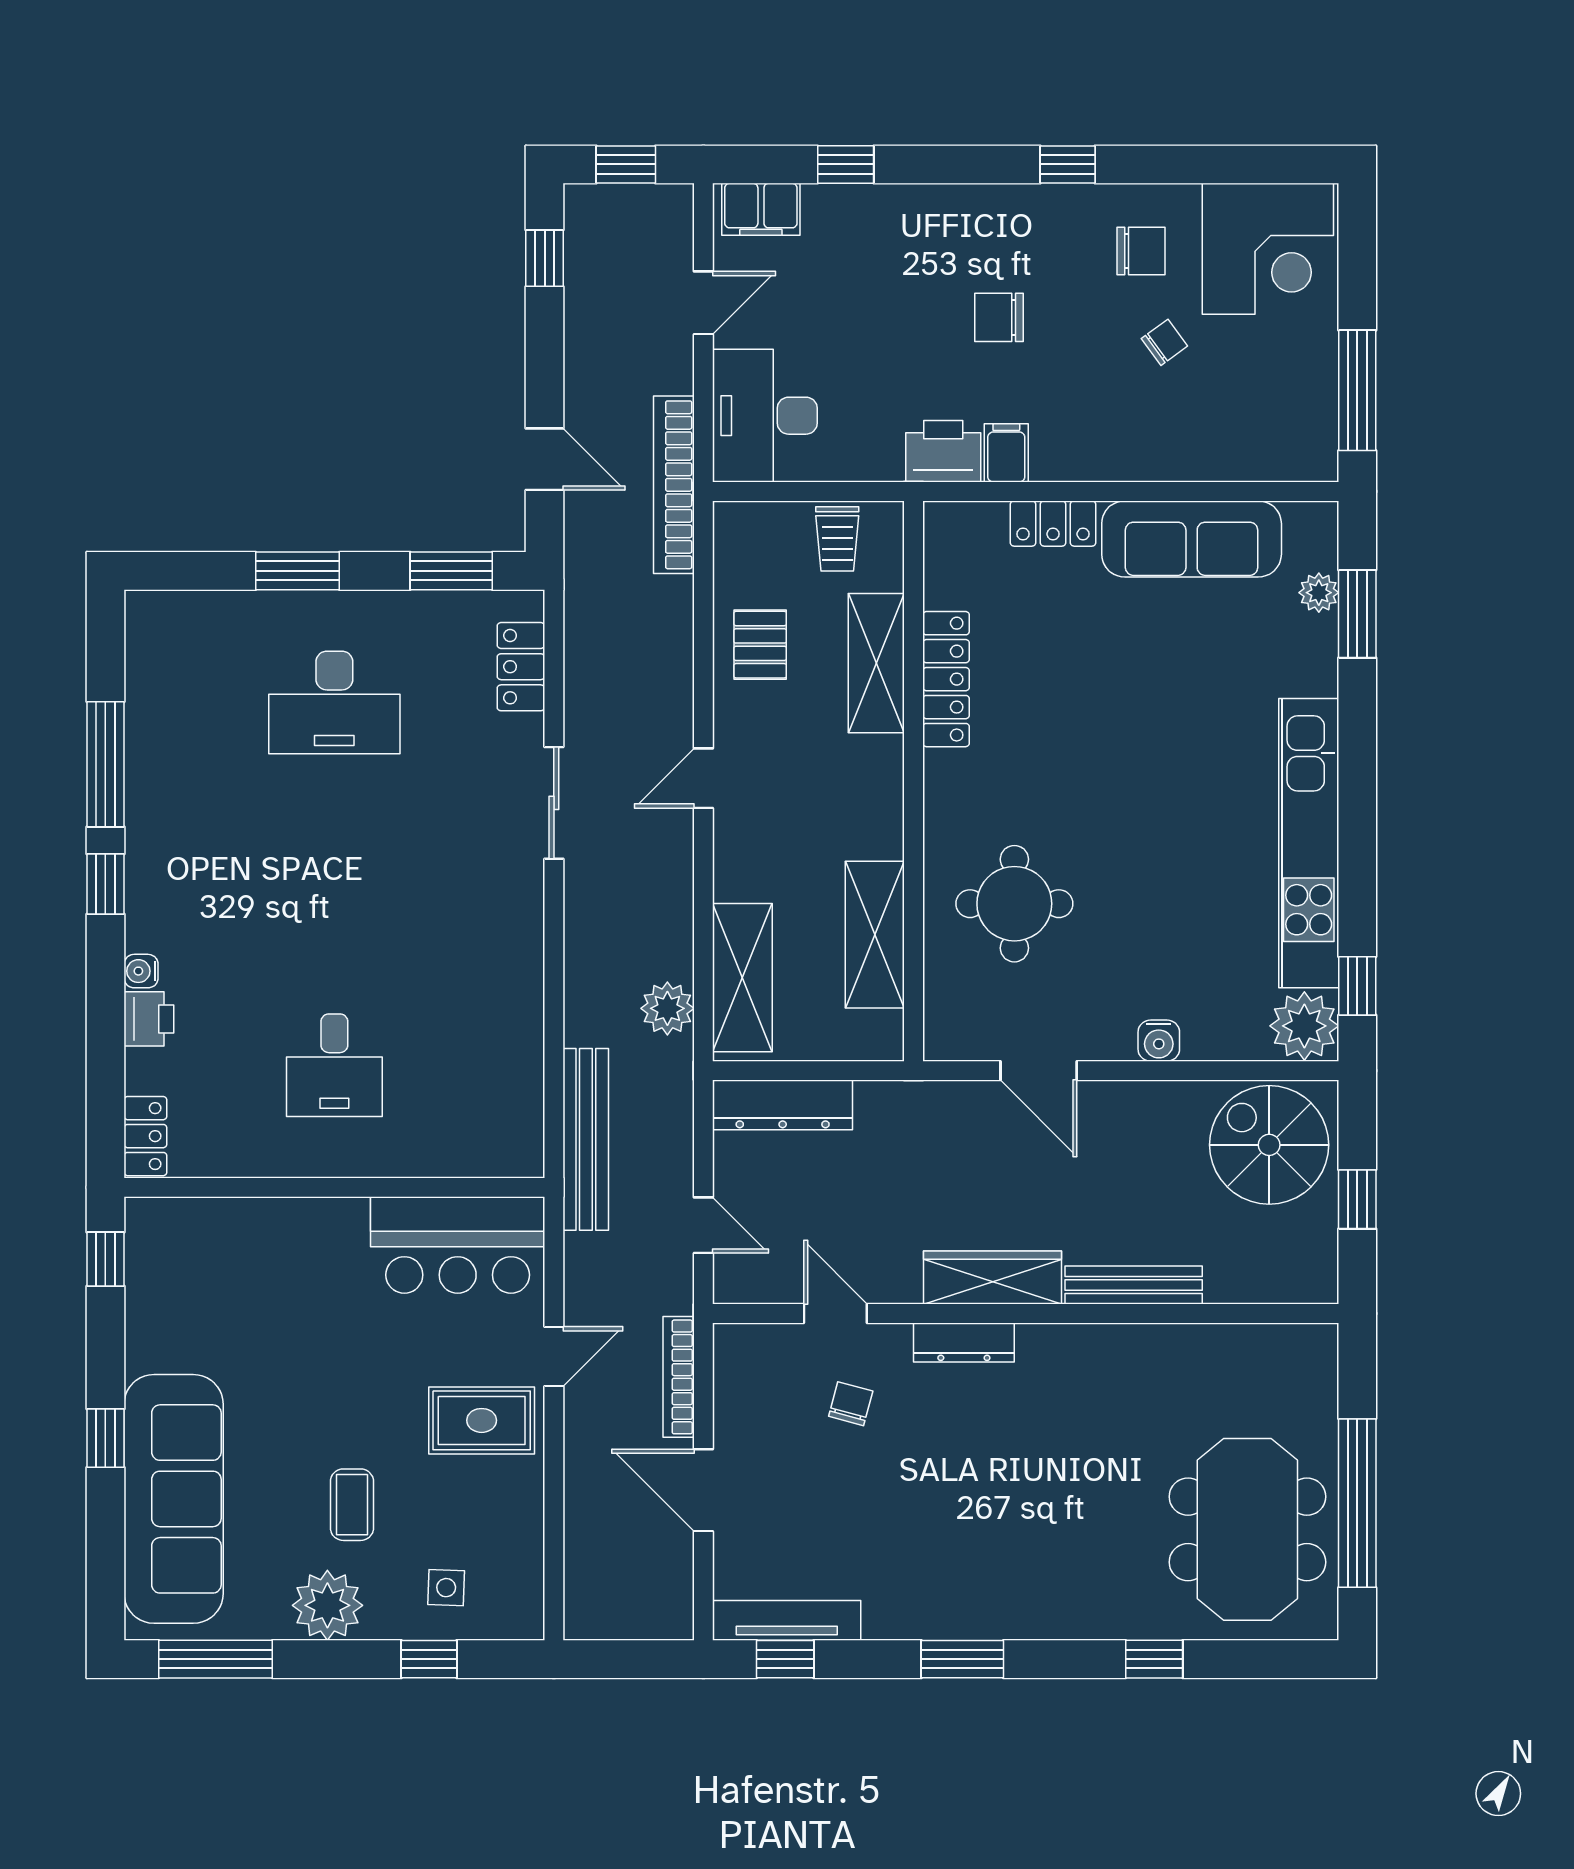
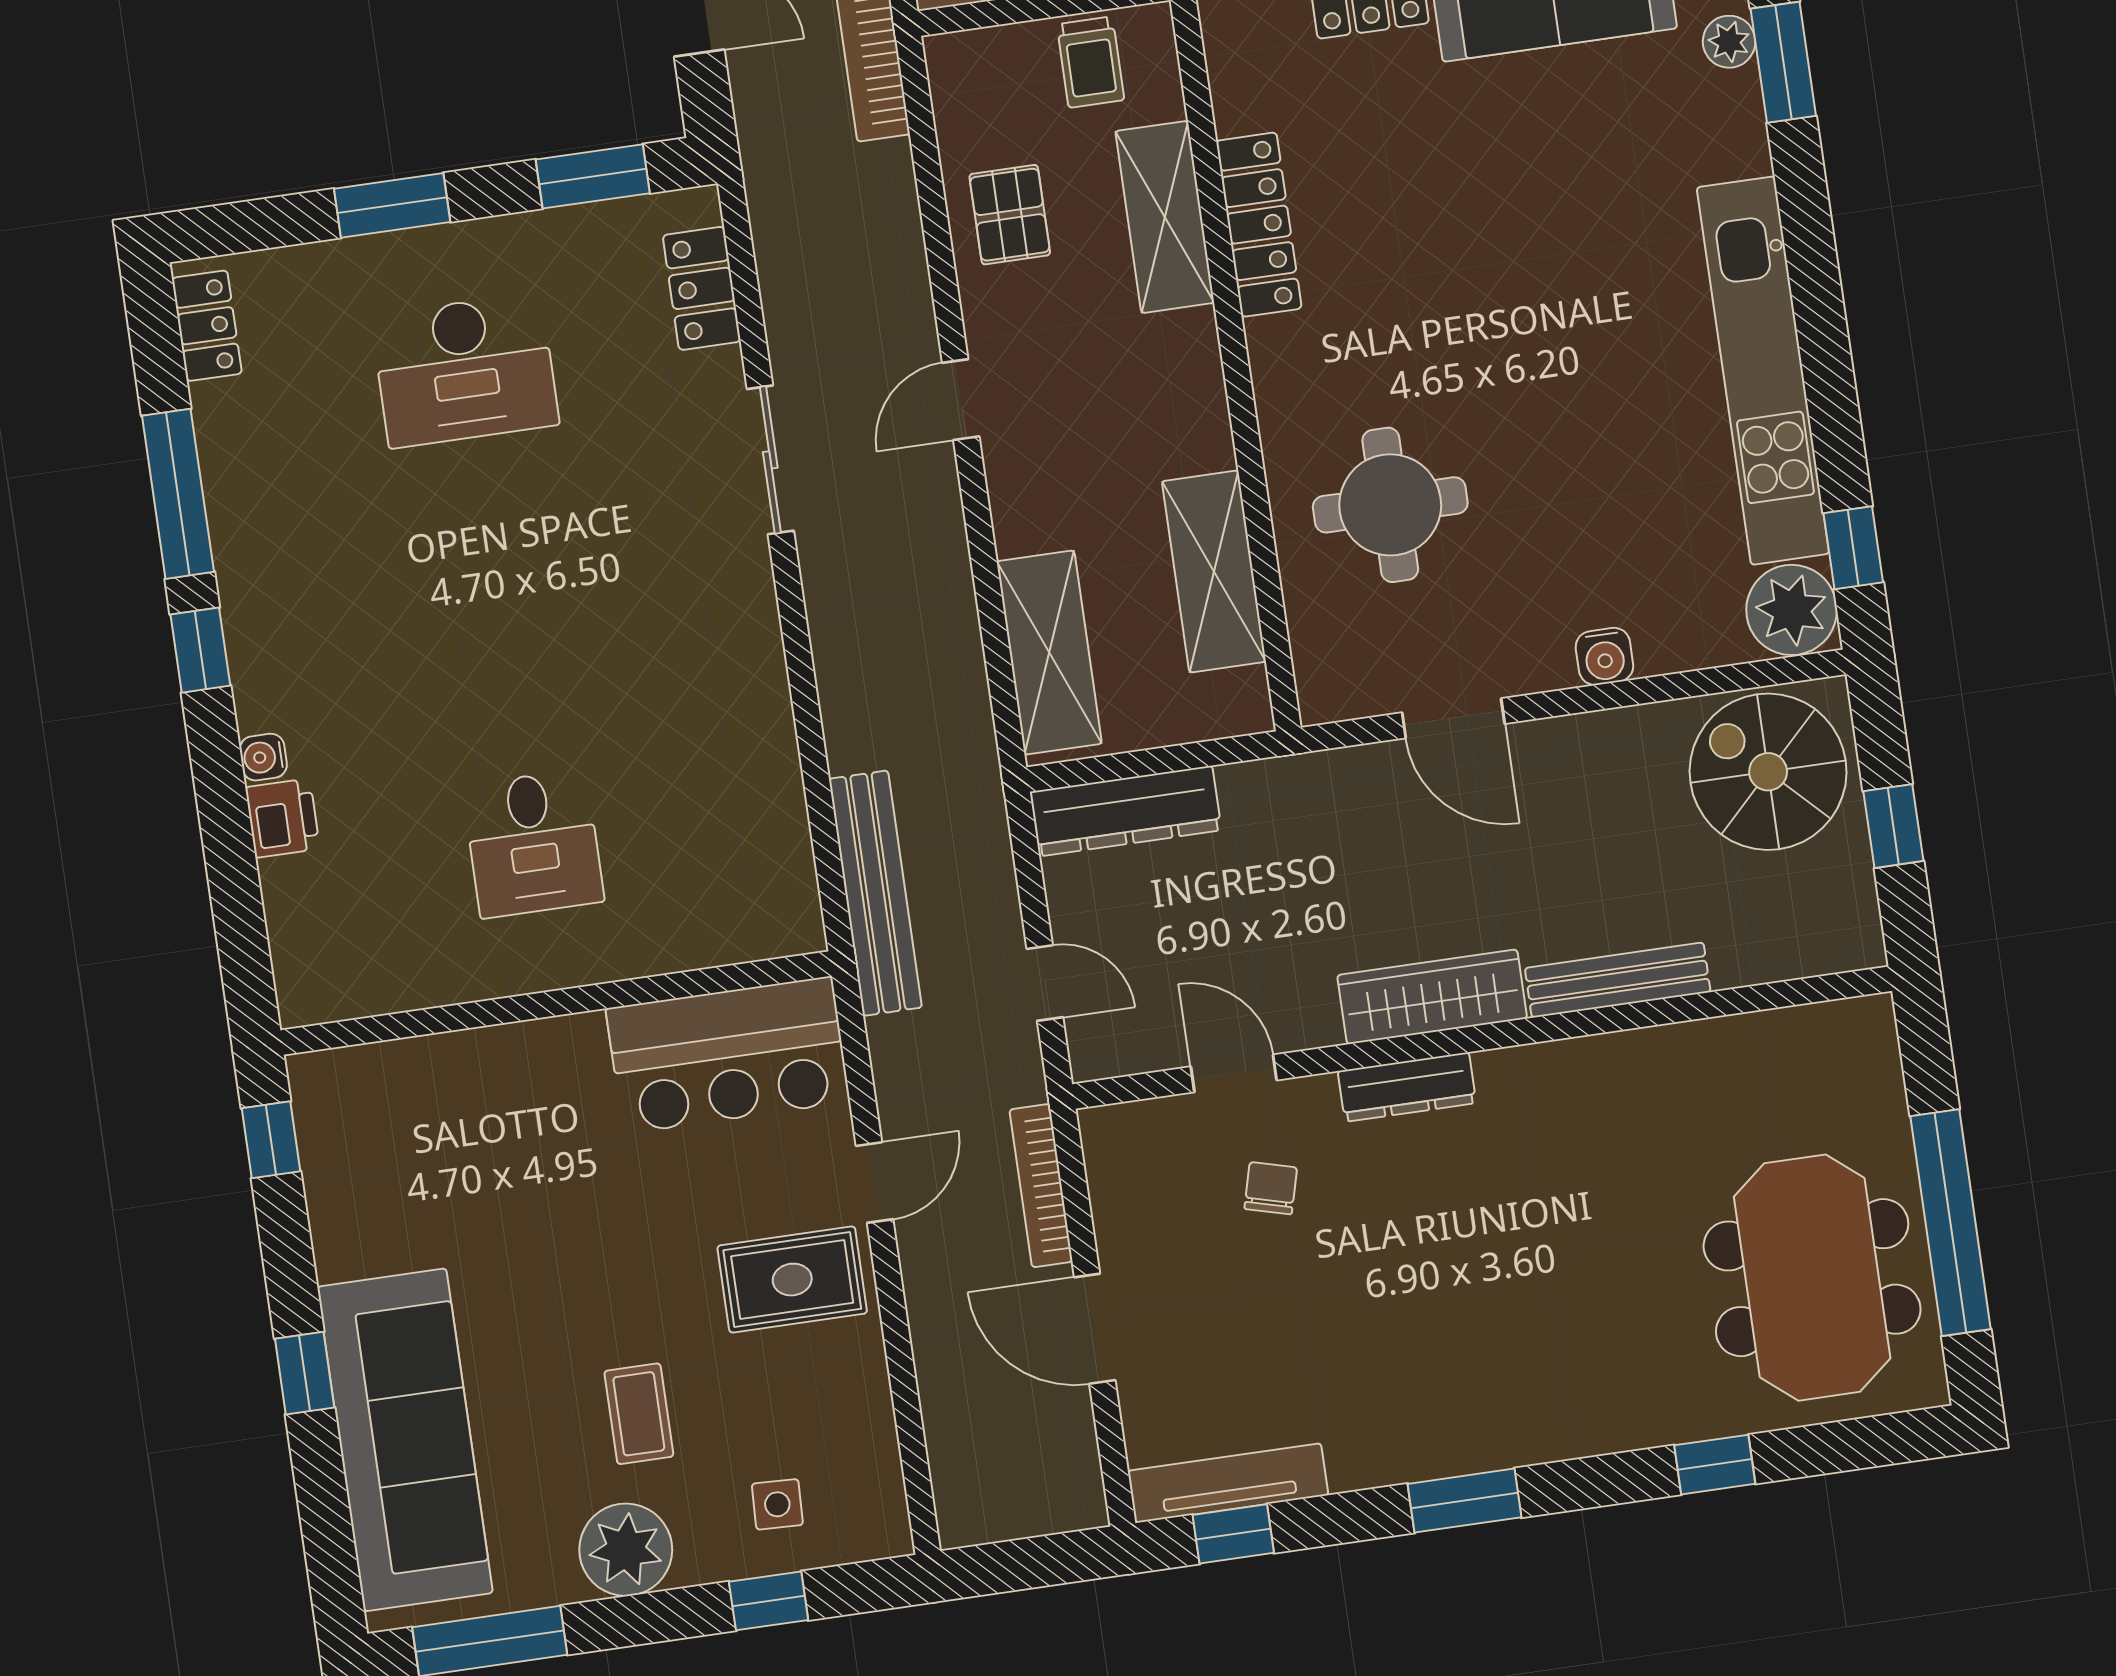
plant: (667, 1008) -> (957, 707), removed
locker: (145, 1136) -> (207, 326), moved

